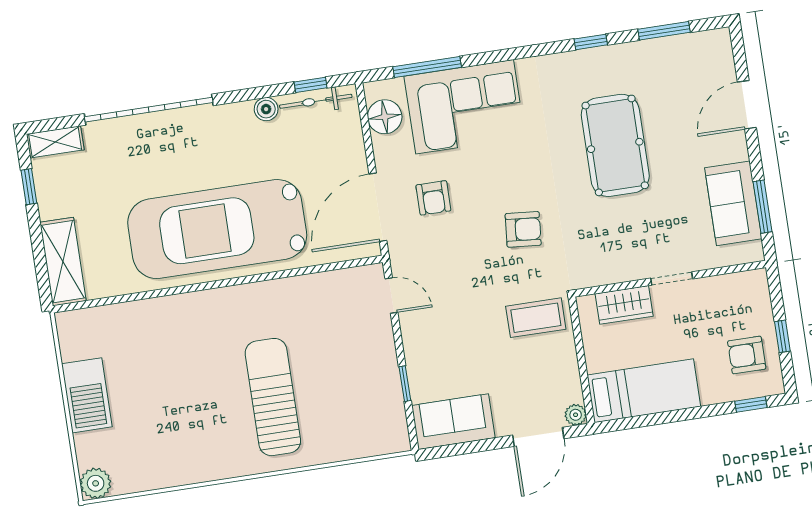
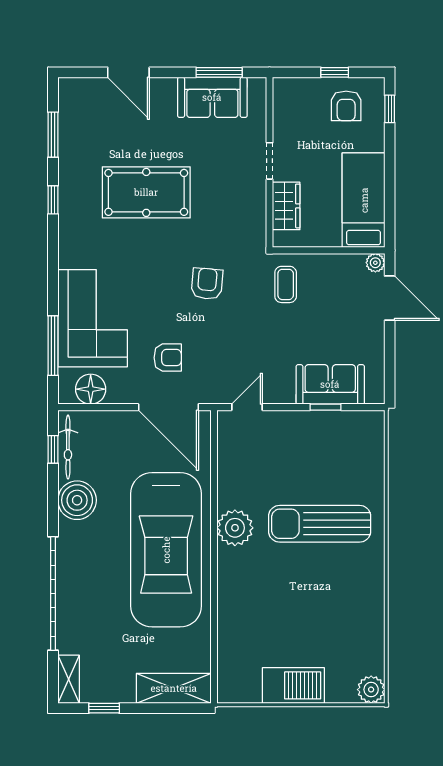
boiler: (266, 109) -> (77, 500), width x1.86, depth x1.86
plant: (254, 303) -> (235, 528), added
coffee table: (536, 318) -> (286, 284), width x0.73, depth x0.77
sofa: (453, 422) -> (330, 384), moved, turned 90

